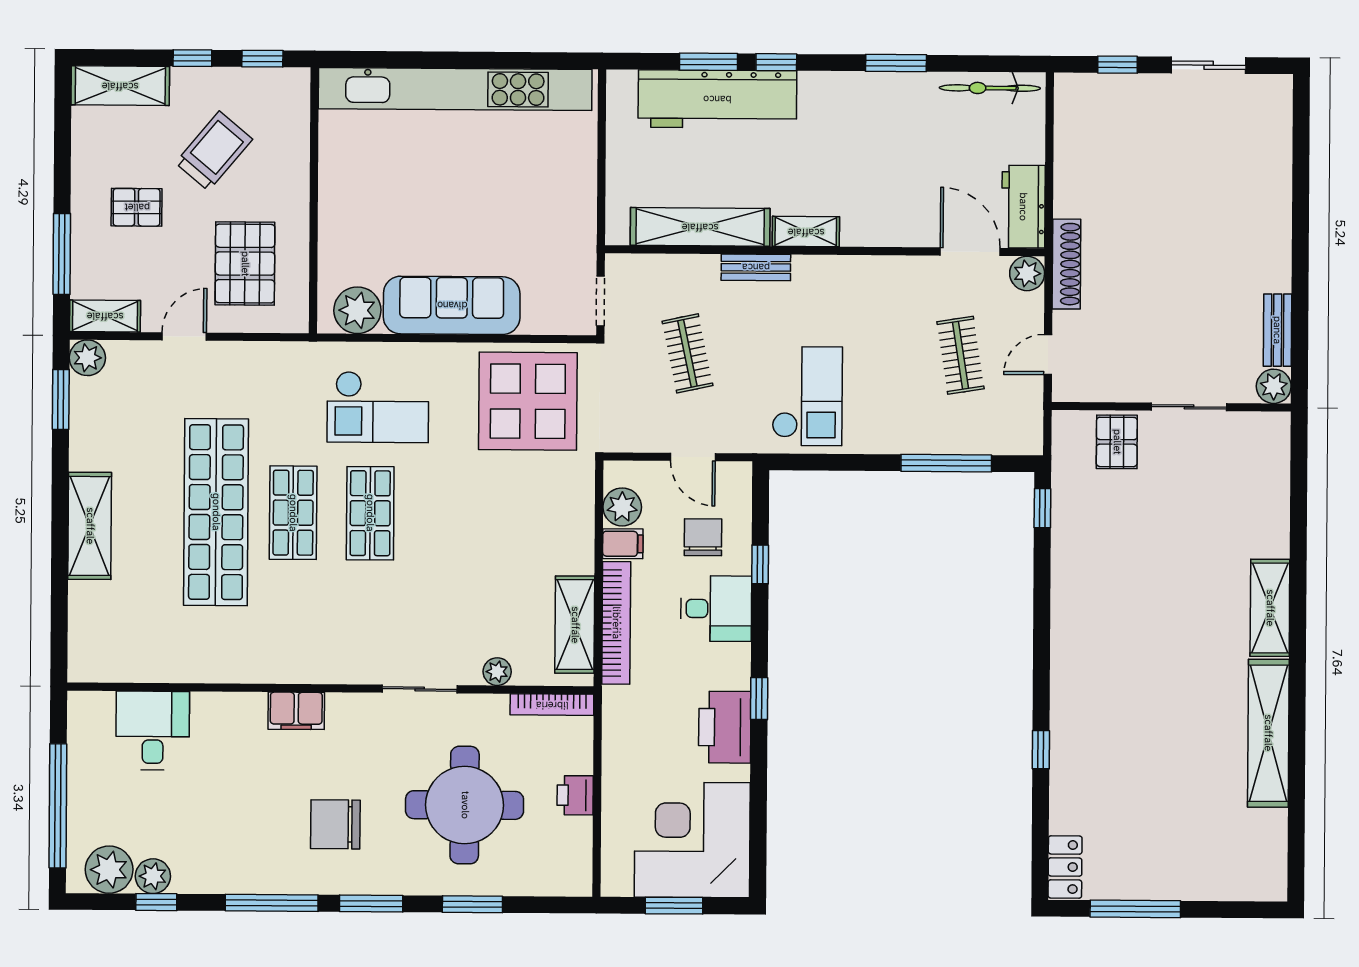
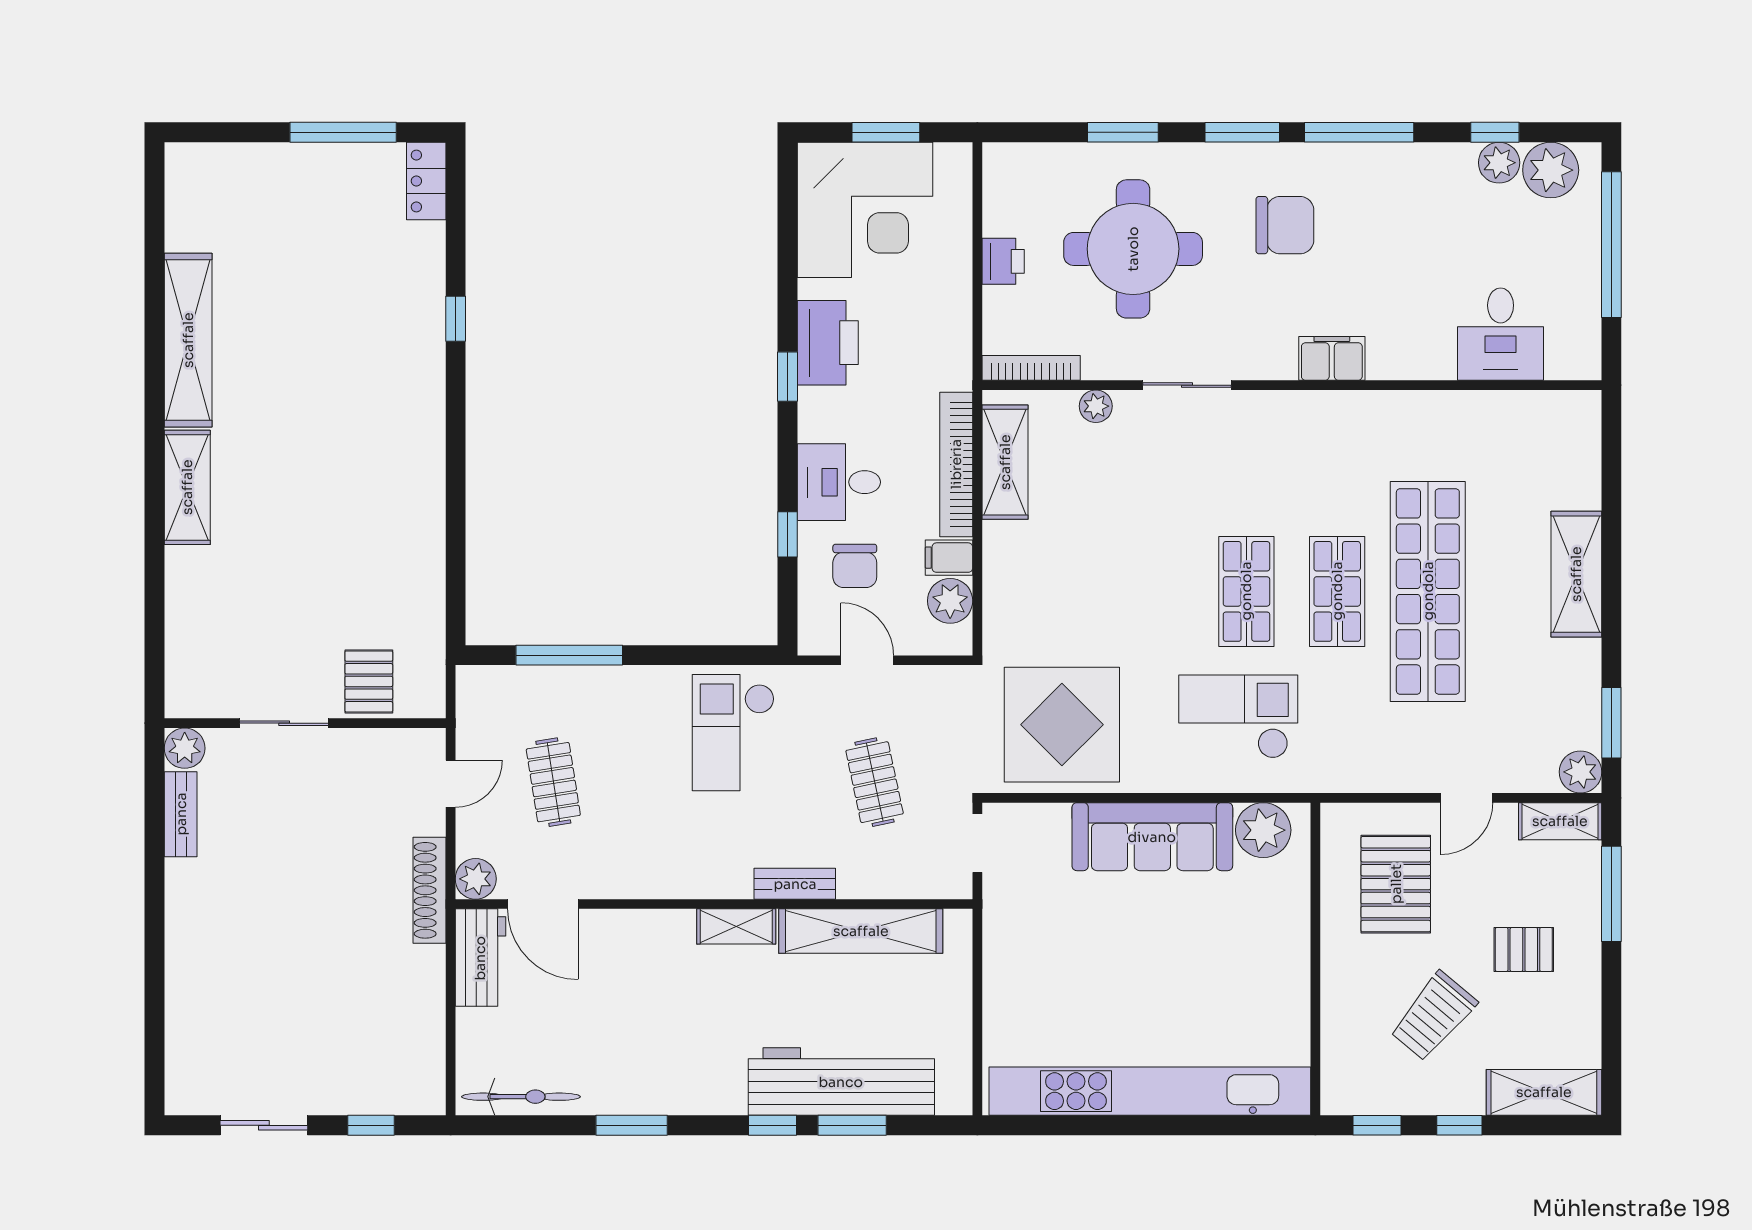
window: (1042, 508) -> (456, 603), removed

